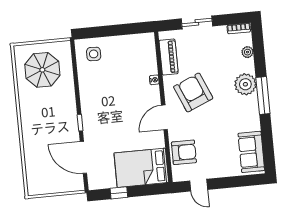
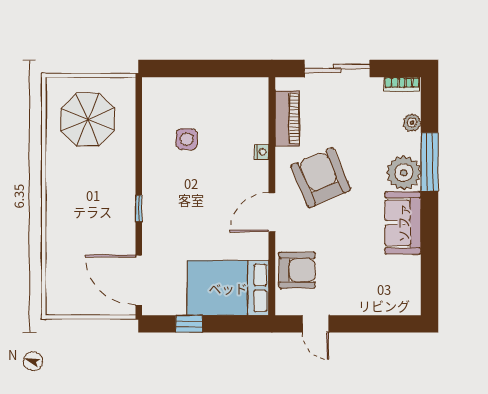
sliding door: (197, 22) -> (337, 68), width x1.37
side table: (94, 54) -> (187, 139), moved
window: (263, 95) -> (430, 162), moved
sofa: (251, 152) -> (403, 223), moved
door: (83, 157) -> (139, 280), moved

